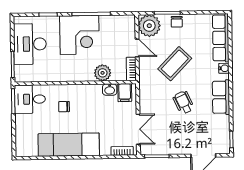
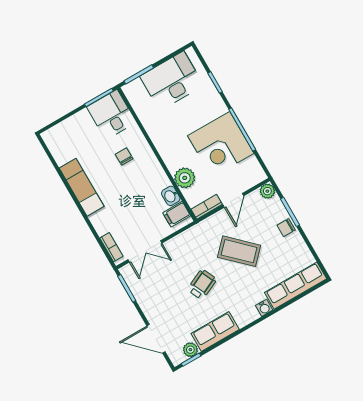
plant: (149, 26) -> (267, 191), width x0.53, depth x0.53
corner desk: (79, 35) -> (221, 145), moved
row of seats: (221, 97) -> (215, 331), moved
plant: (224, 136) -> (190, 350), added
exam couch: (69, 145) -> (82, 187), width x0.73, depth x0.69

